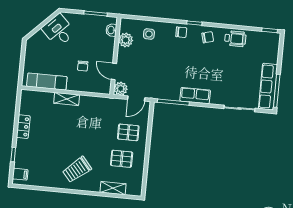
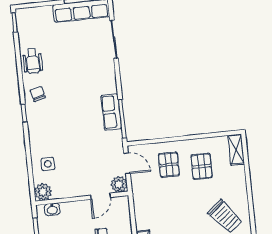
chair: (181, 32) -> (38, 126), removed
wheelchair: (235, 39) -> (33, 61), turned 180
plant: (126, 40) -> (43, 192), moved
row of seats: (195, 96) -> (111, 112), moved
shelving: (113, 188) -> (236, 150), moved

